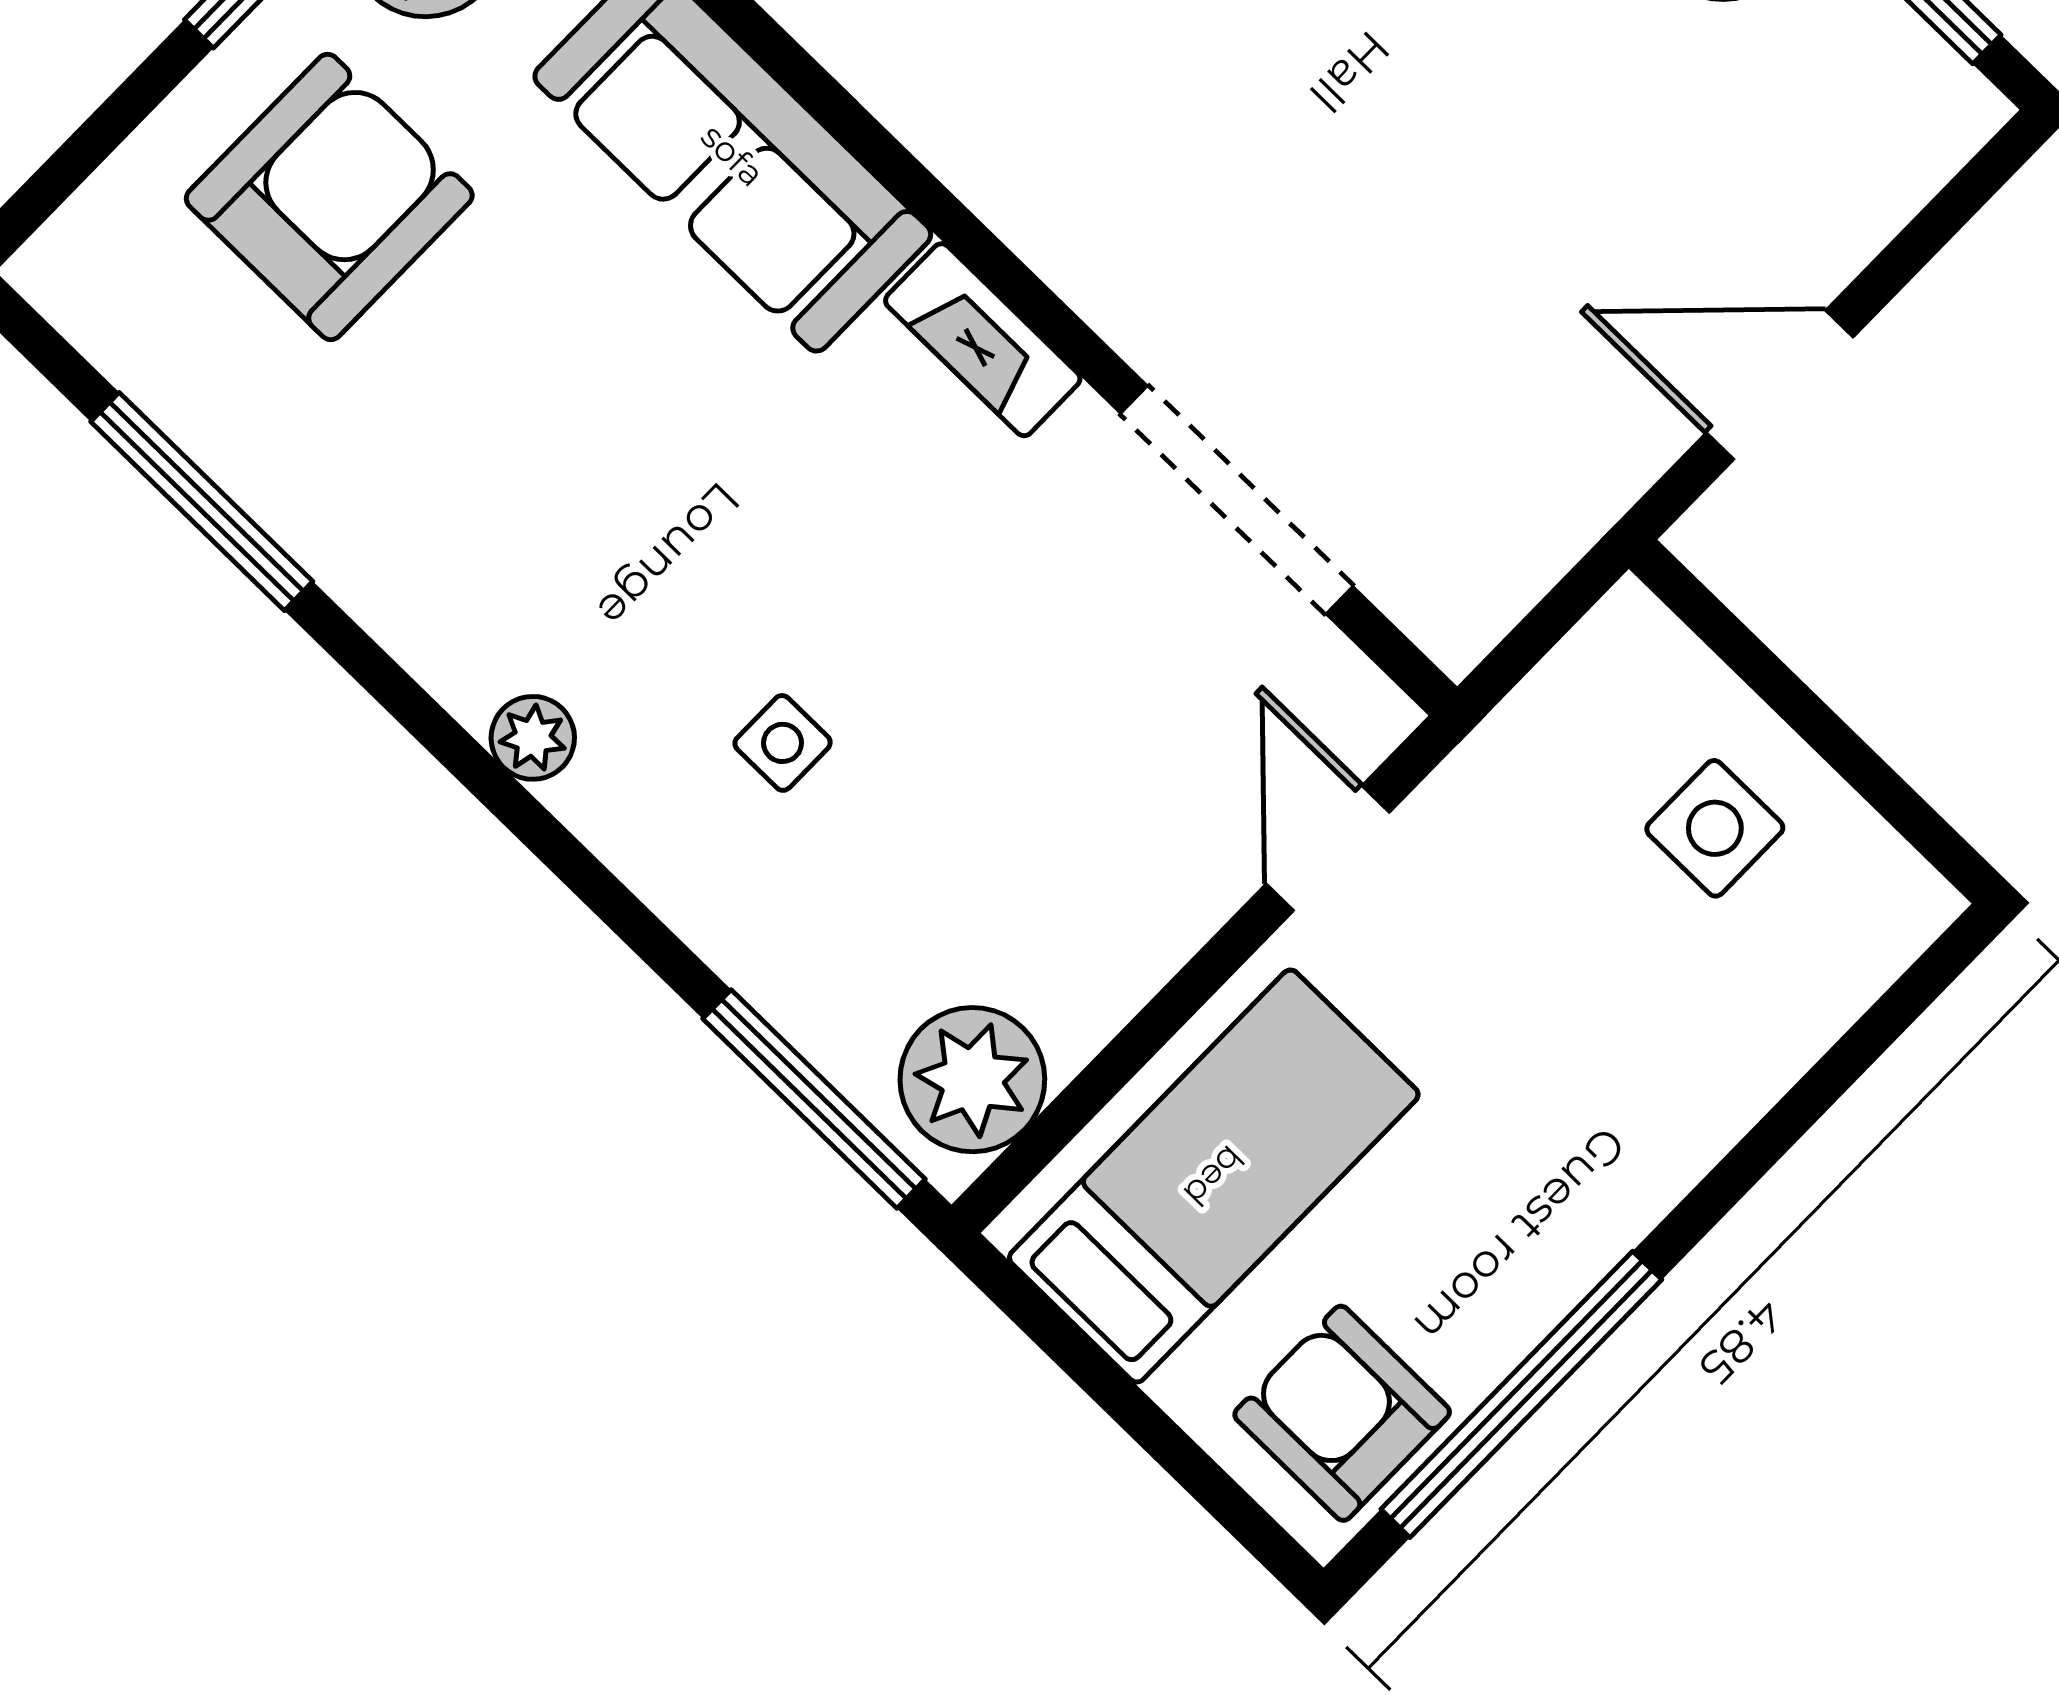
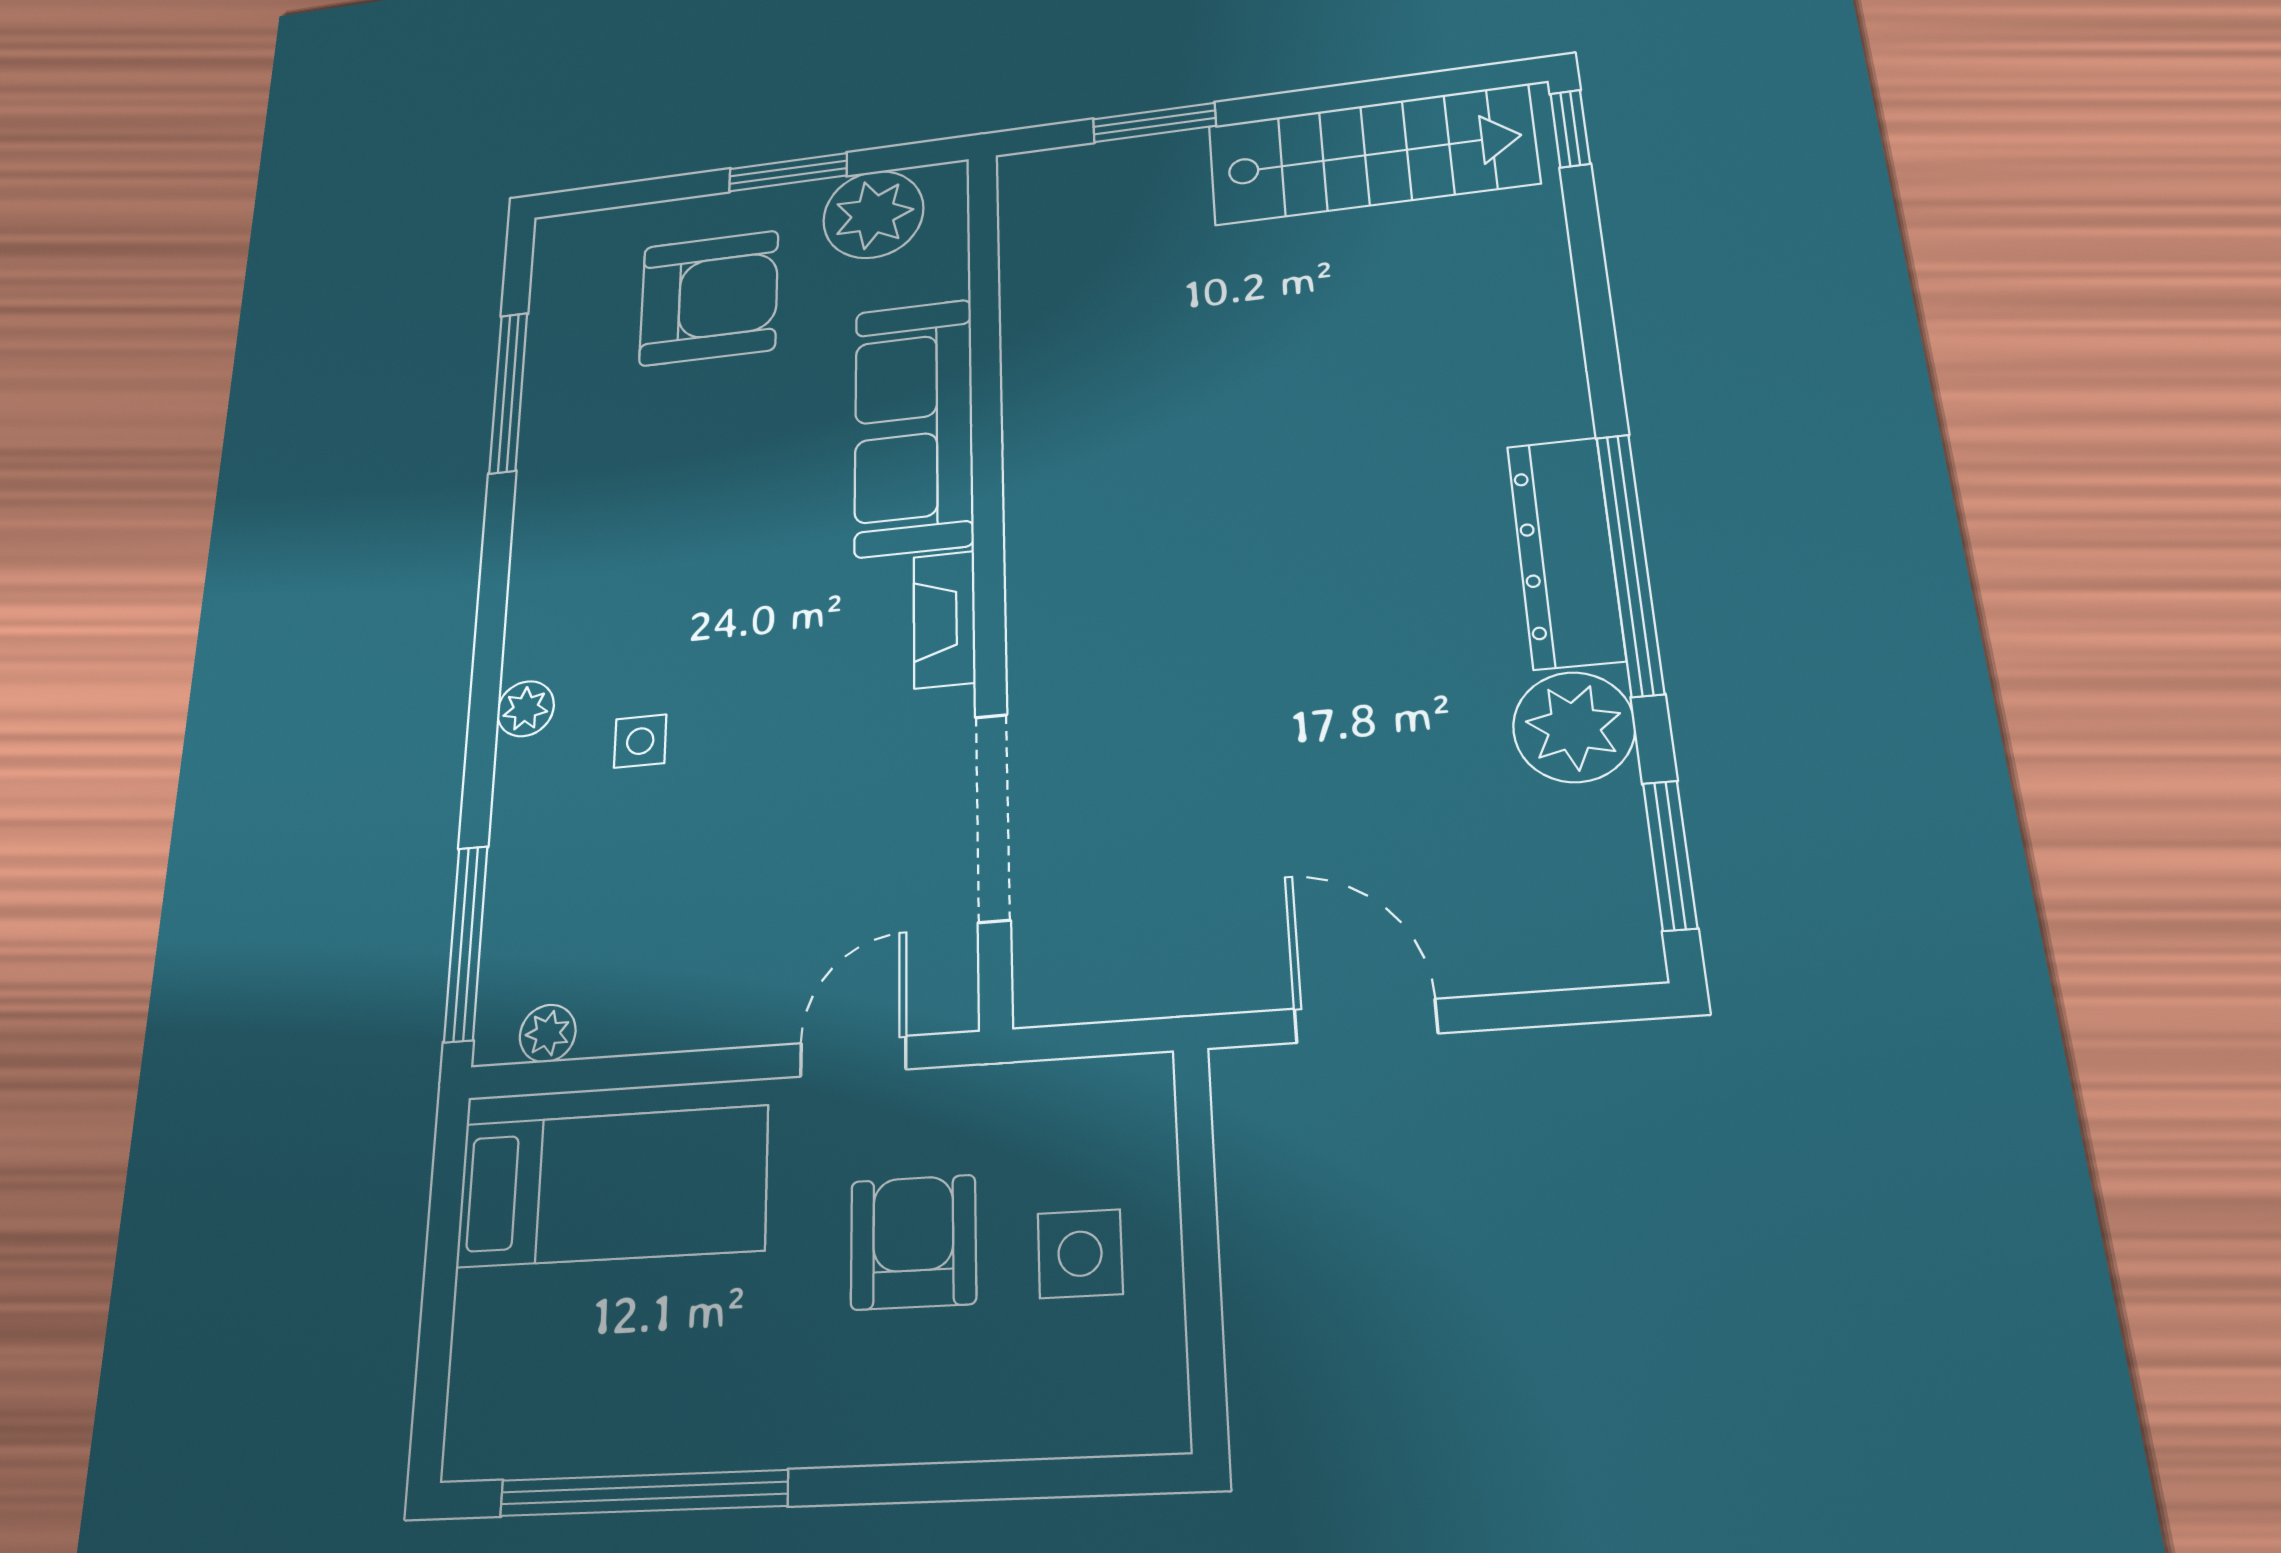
plant: (533, 738) -> (526, 709), moved
plant: (972, 1080) -> (548, 1033), width x0.53, depth x0.53
armchair: (1342, 1413) -> (913, 1242), moved

